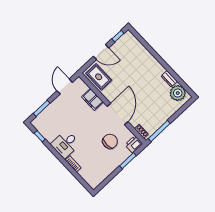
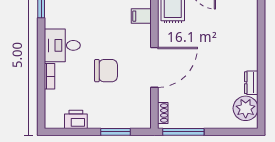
filing cabinet: (92, 99) -> (141, 16), width x0.50
chair: (110, 141) -> (106, 71), moved
printer: (134, 144) -> (76, 119), moved

